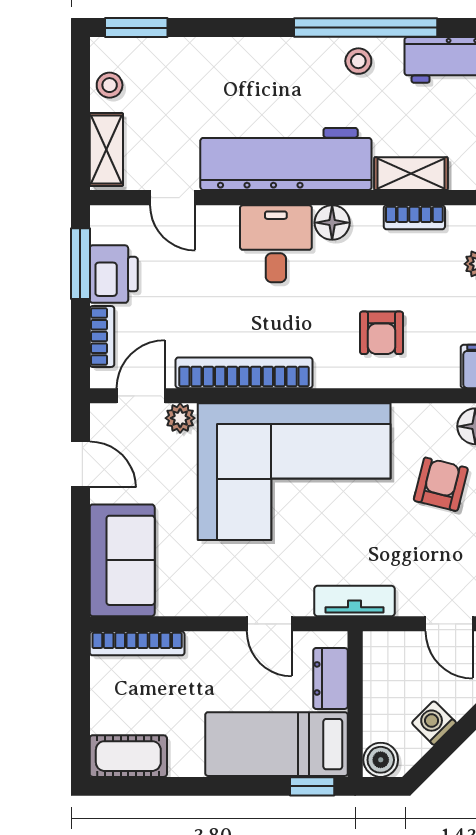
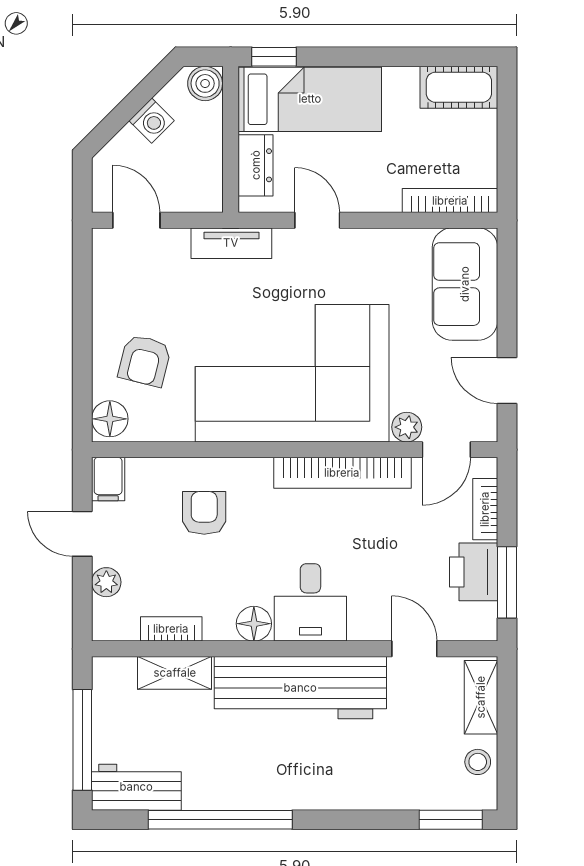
stool: (358, 61) -> (228, 786), removed

